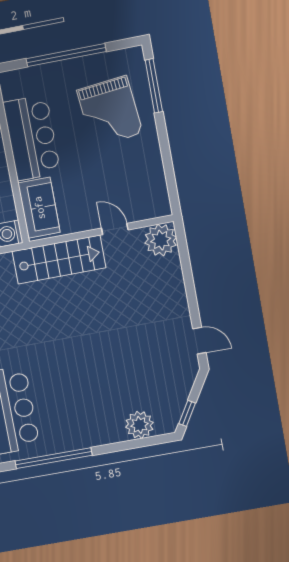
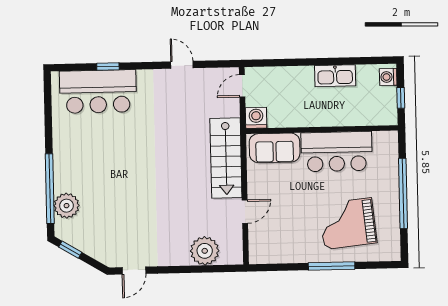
window: (154, 86) -> (332, 266), moved
plant: (161, 240) -> (205, 251), moved
window: (53, 458) -> (50, 189), moved

